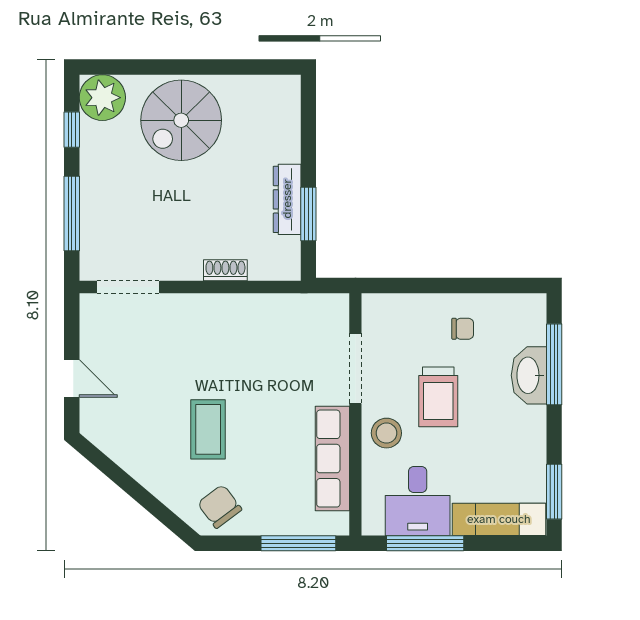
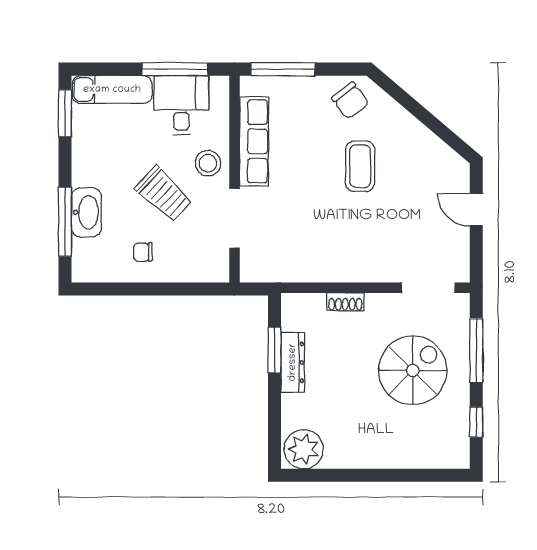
plant: (102, 98) -> (304, 449), moved
spiral stairs: (181, 120) -> (413, 370), moved
trolley: (438, 397) -> (164, 194), turned 133

